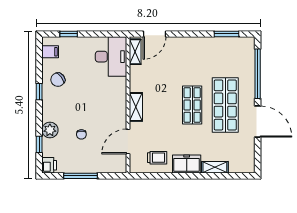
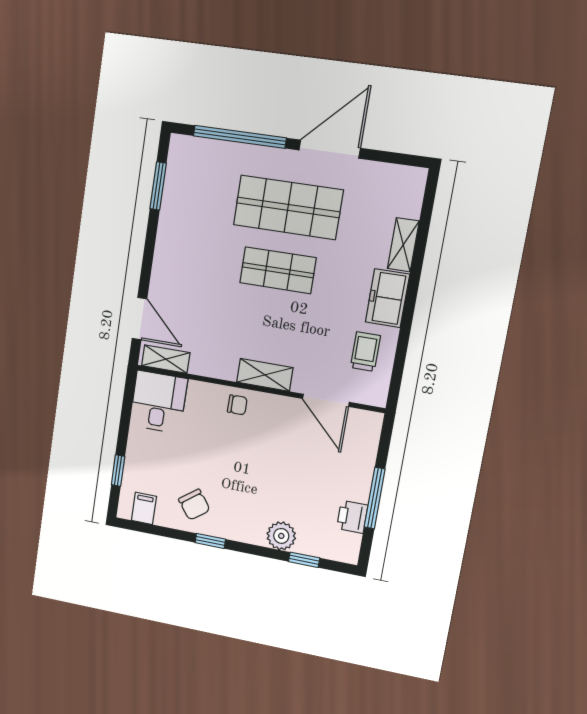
desk: (111, 57) -> (158, 402), width x0.73
chair: (81, 134) -> (237, 405), moved
printer: (49, 165) -> (352, 517), moved, turned -90

